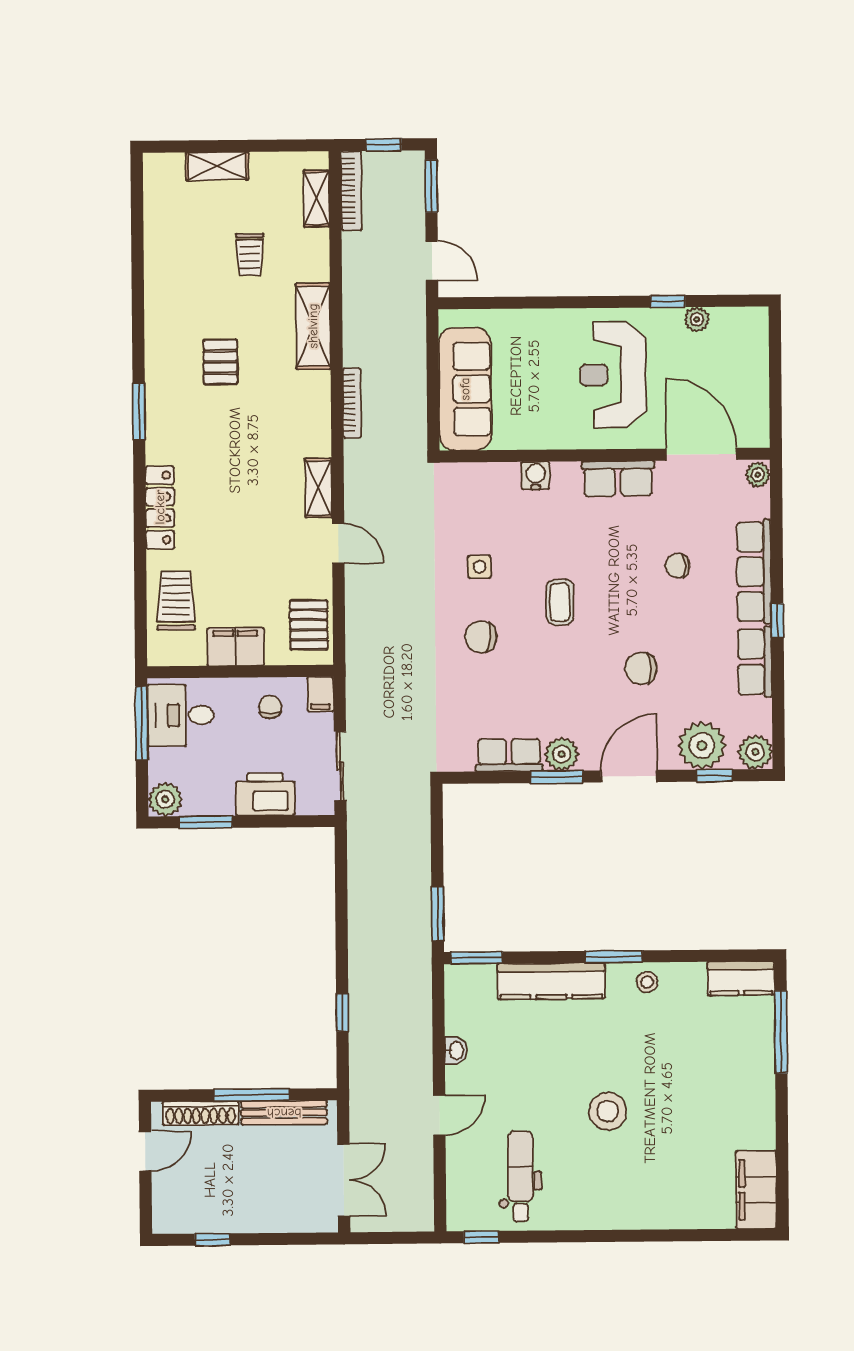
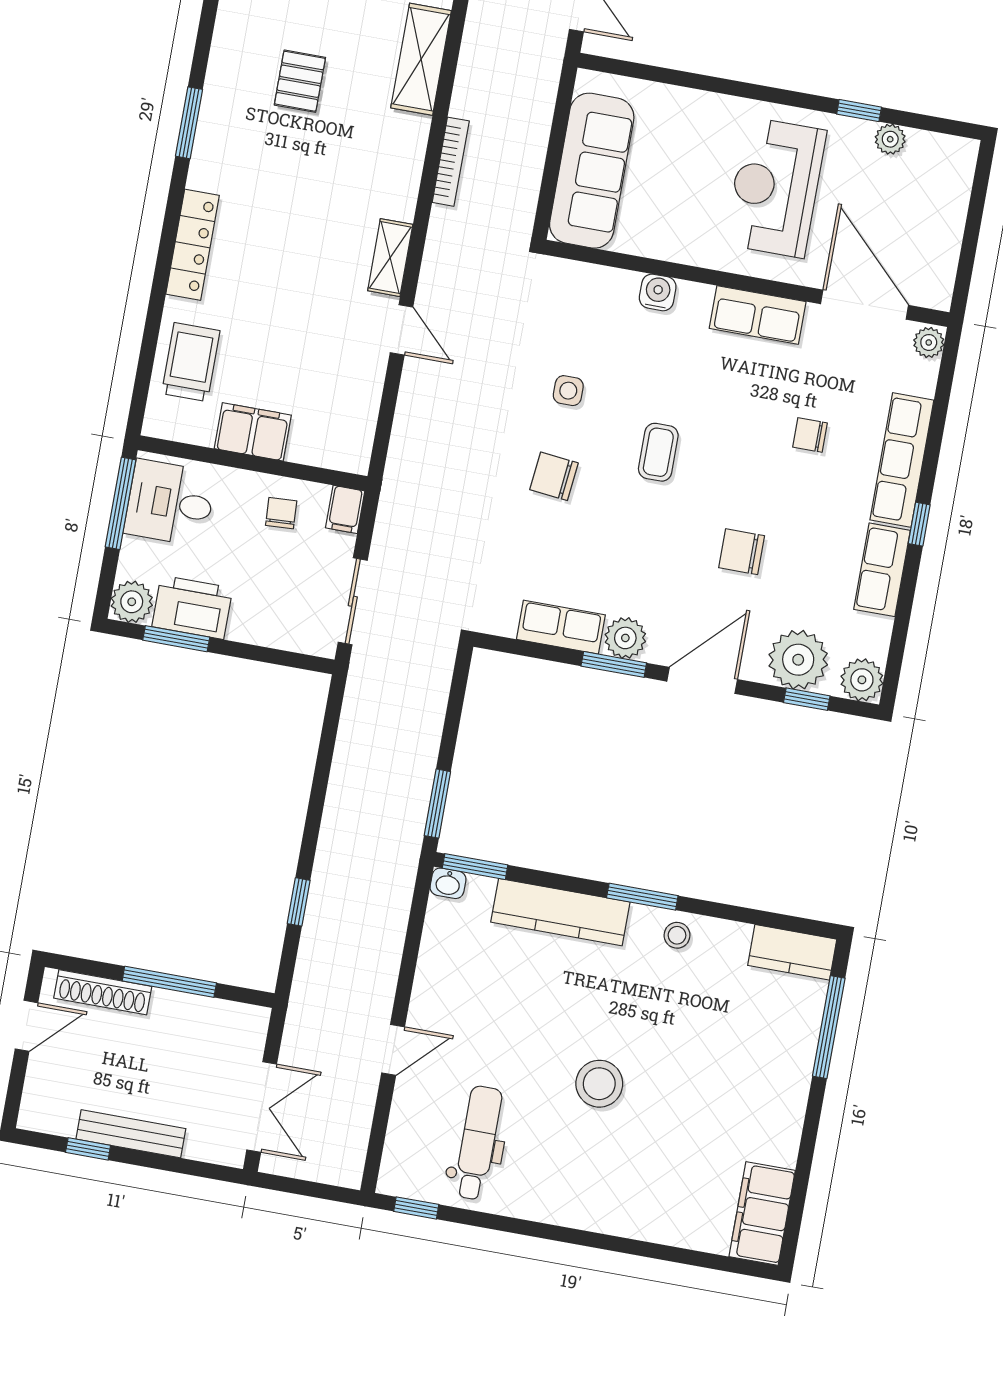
pallet: (309, 625) -> (347, 422), removed
printer: (265, 794) -> (192, 607), moved
washbasin: (456, 1051) -> (448, 883), moved, turned 90
bench: (284, 1113) -> (131, 1134), moved

